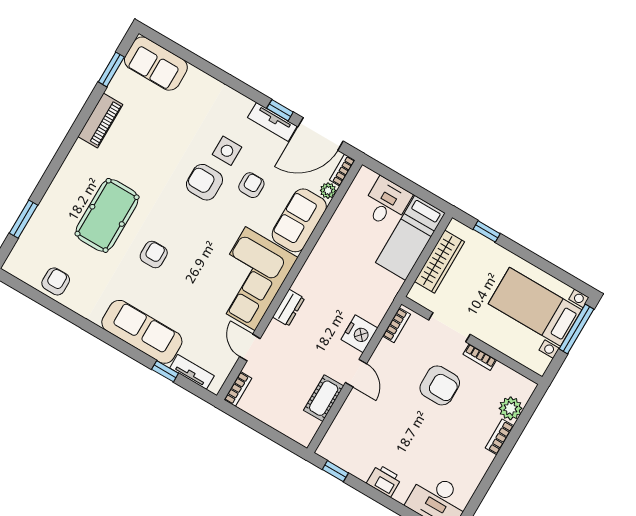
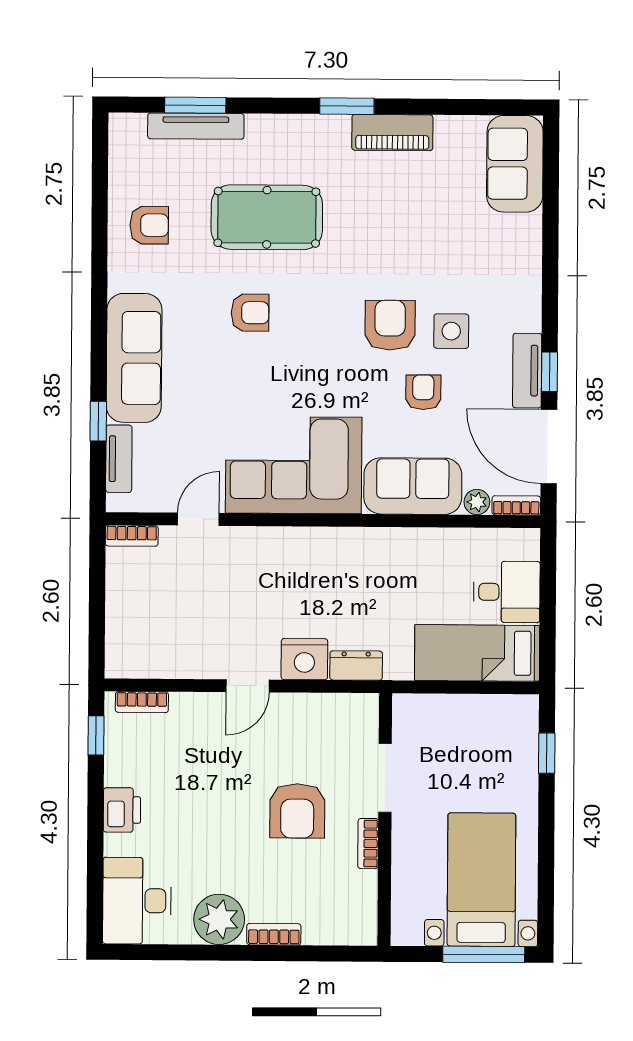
window: (111, 69) -> (347, 106), moved
armchair: (251, 185) -> (423, 392), turned -90
tv unit: (35, 225) -> (196, 126), added
wardrobe: (440, 262) -> (468, 712), removed
armchair: (56, 281) -> (149, 225), moved
dresser: (289, 308) -> (356, 665), moved, turned 180
bookcase: (396, 325) -> (142, 702), moved
cot: (324, 398) -> (187, 661), removed
plant: (511, 408) -> (219, 919), moved, width x1.36, depth x1.36

